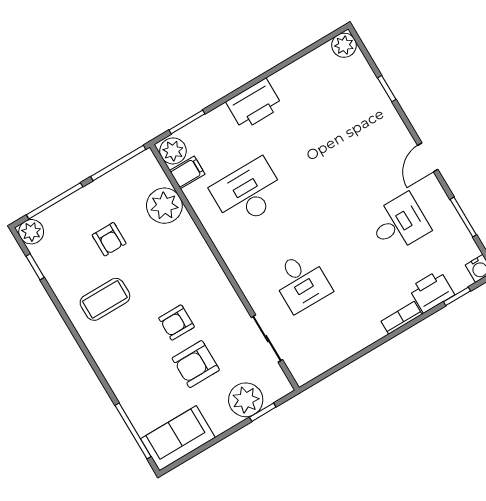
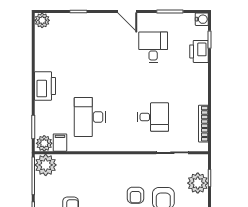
plant: (164, 206) -> (46, 165), moved
bookcase: (401, 318) -> (203, 124), moved, width x1.56

